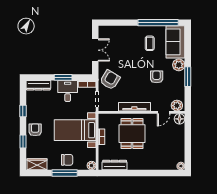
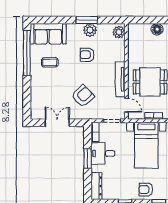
plant: (179, 65) -> (90, 30), moved
armchair: (110, 80) -> (83, 96), moved, turned 106
door: (164, 112) -> (126, 105), moved
floor lamp: (179, 119) -> (157, 29), moved

